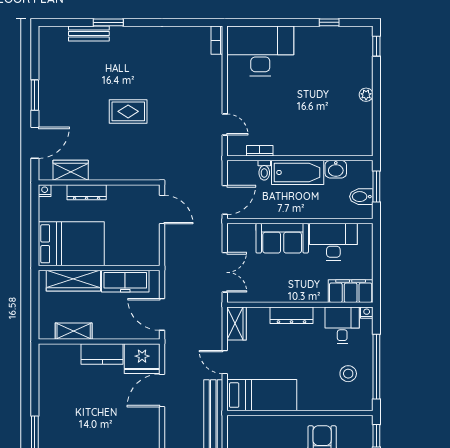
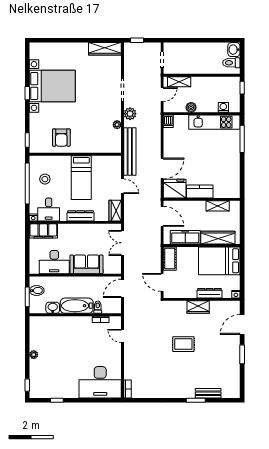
wardrobe: (71, 170) -> (198, 307), moved
cot: (150, 247) -> (170, 259), added
bed: (262, 395) -> (81, 178), moved, turned -90

